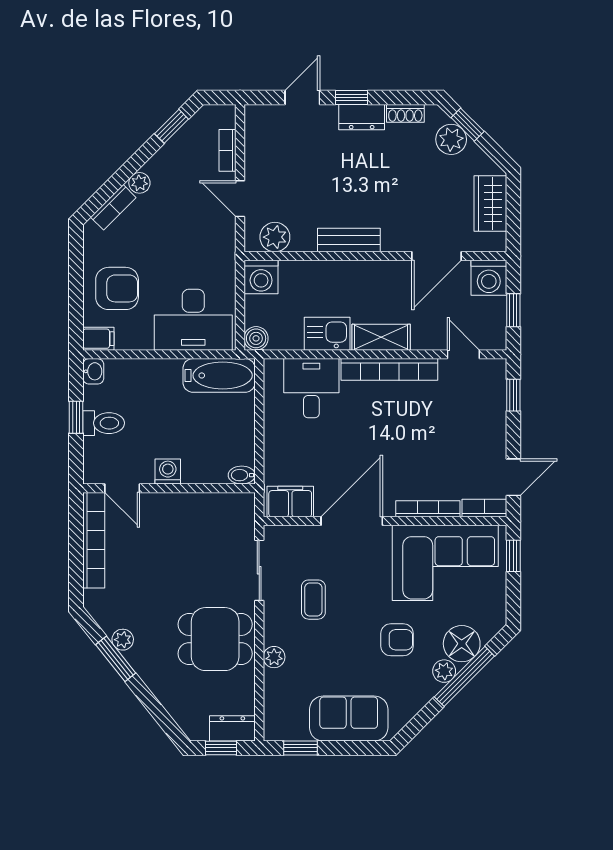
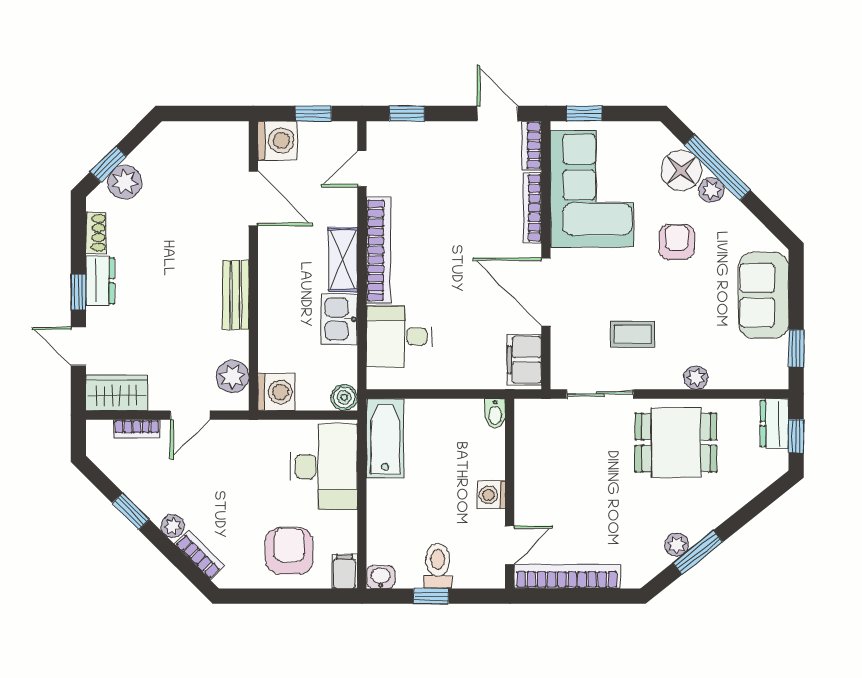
window: (172, 126) -> (131, 511), moved
wardrobe: (490, 203) -> (117, 393), moved, turned 180
dining table: (215, 639) -> (676, 443), turned 90

